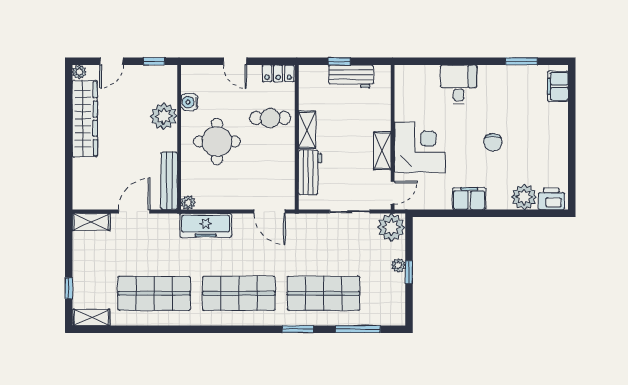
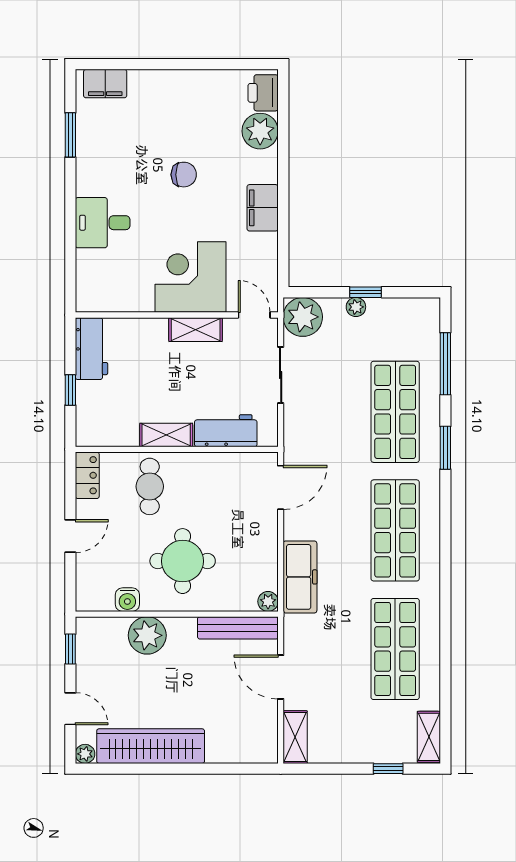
workbench: (351, 76) -> (91, 349), moved

